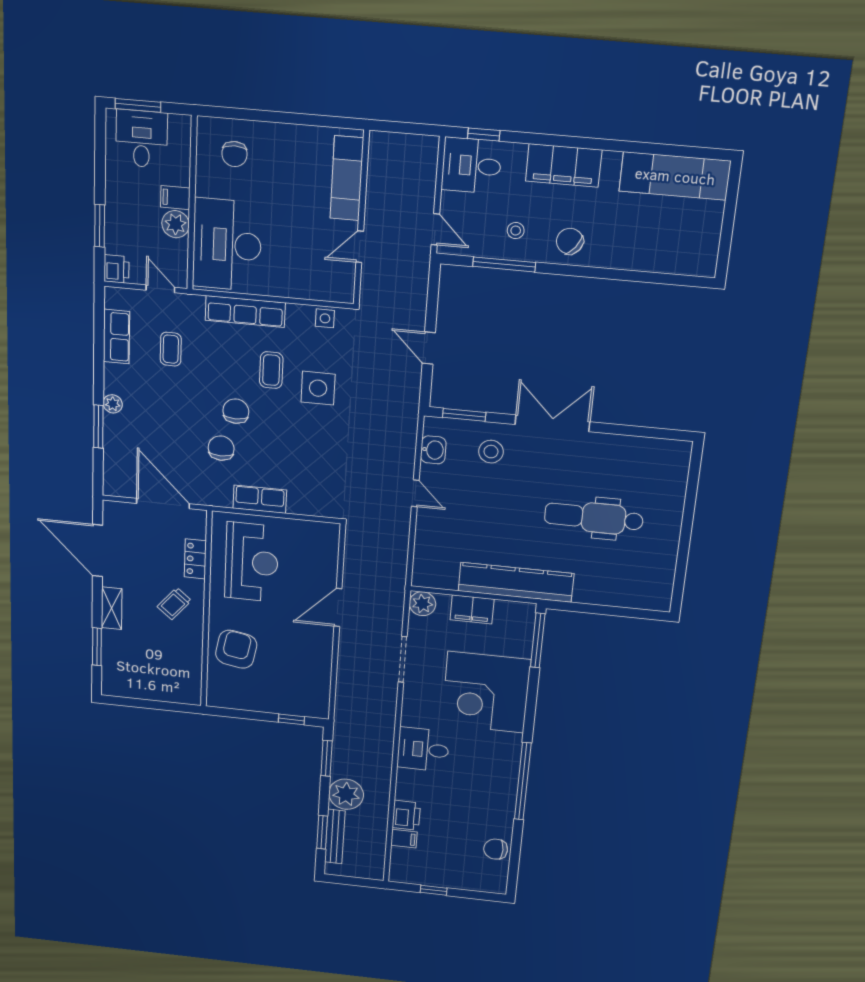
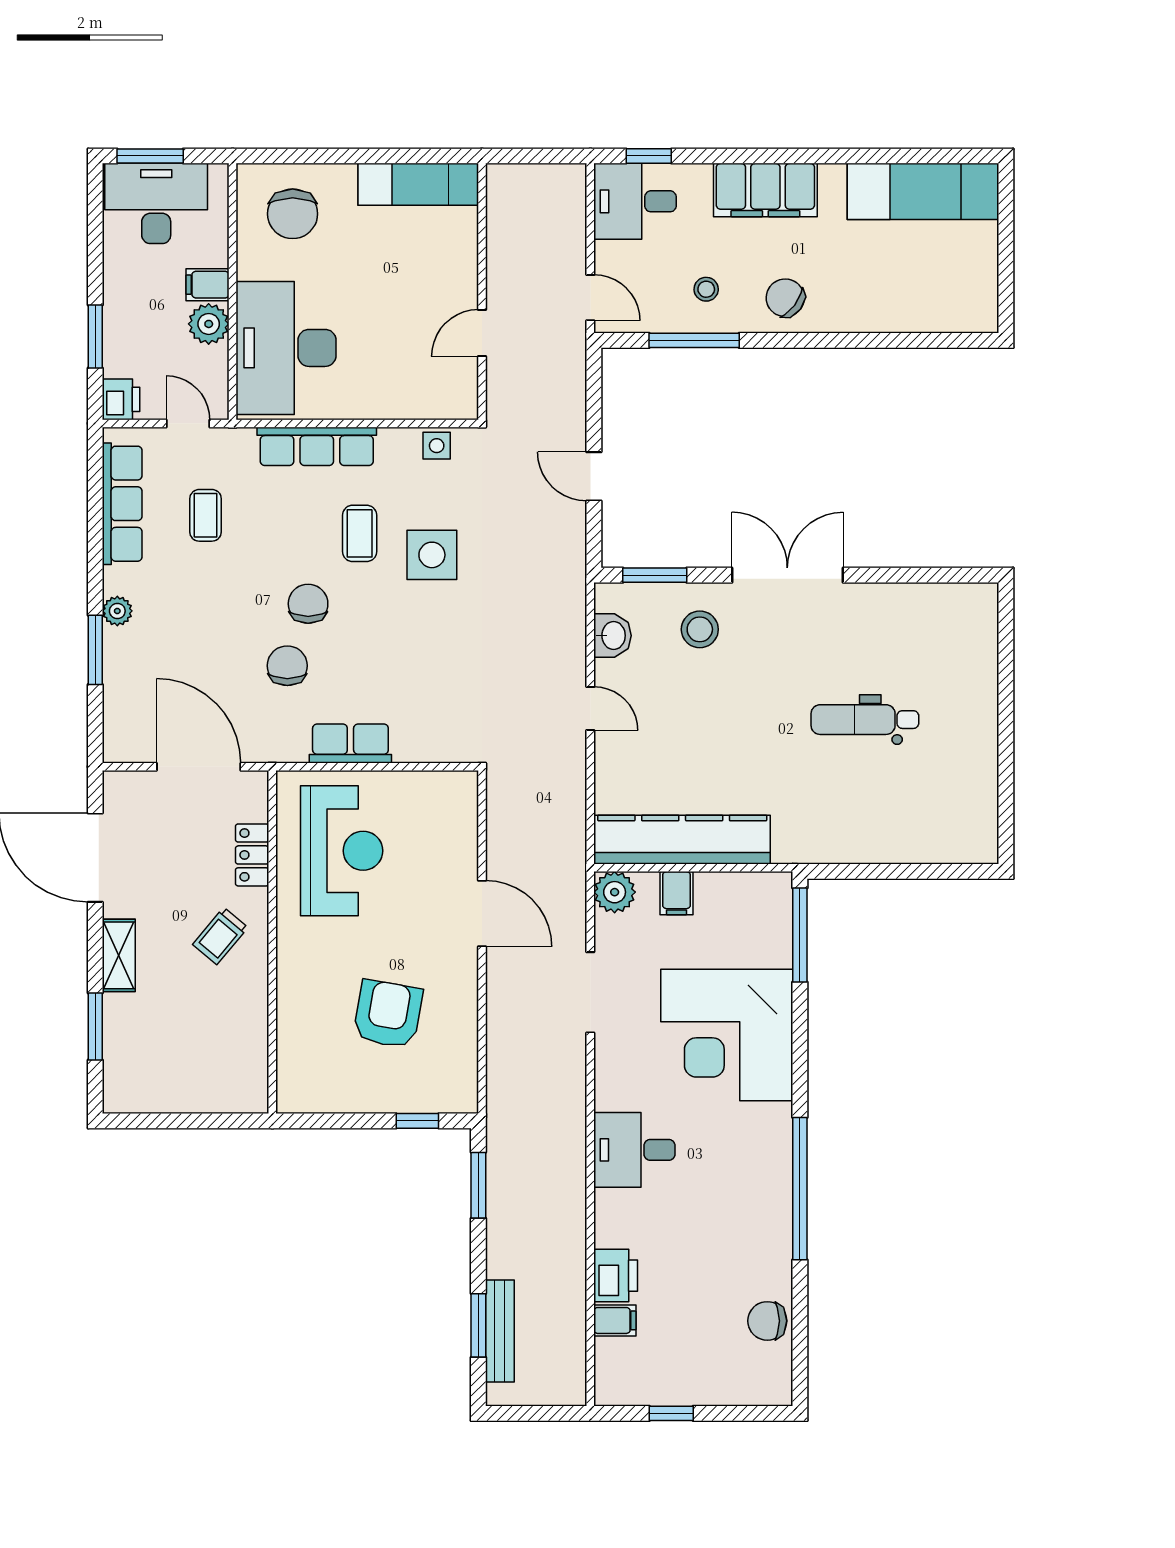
desk: (142, 139) -> (156, 203), width x1.37
chair: (234, 154) -> (293, 214), width x1.37, depth x1.37
exam couch: (347, 178) -> (418, 184), moved, turned -90
row of seats: (116, 337) -> (122, 504), width x1.48
dental chair: (594, 518) -> (865, 720), width x0.73, depth x0.72
kitchen counter: (516, 582) -> (682, 840), moved
door: (338, 607) -> (482, 913), swing flipped
filing cabinet: (472, 609) -> (676, 893), width x0.50
armchair: (236, 649) -> (388, 1014), moved
plant: (346, 794) -> (514, 1248), removed

